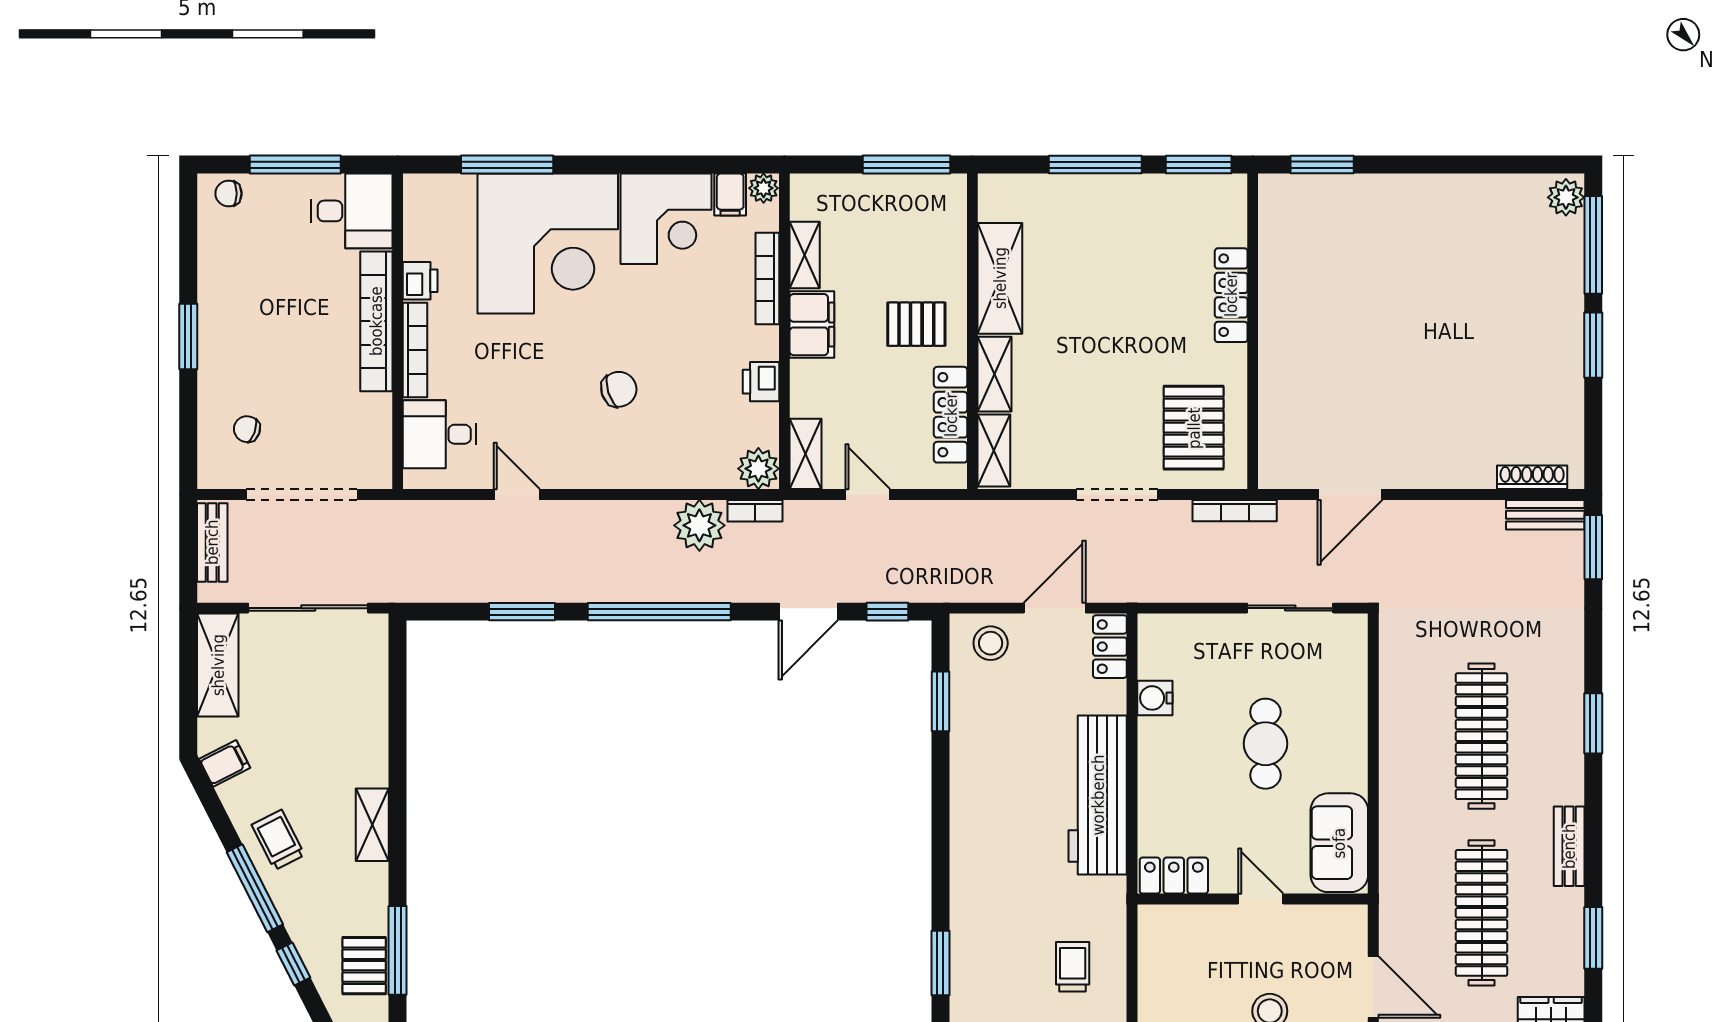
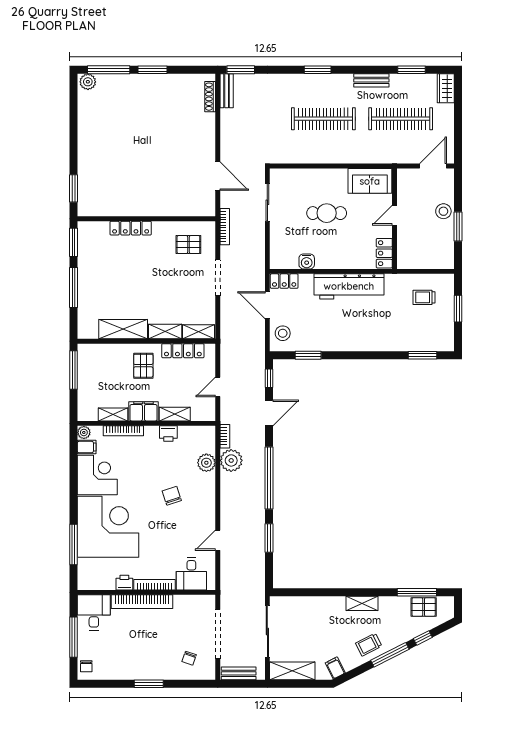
pallet: (1194, 428) -> (188, 245), width x0.67, depth x0.71
shelving: (806, 454) -> (175, 414), moved
plant: (758, 469) -> (206, 463), moved
door: (808, 612) -> (269, 413), hinge flipped

